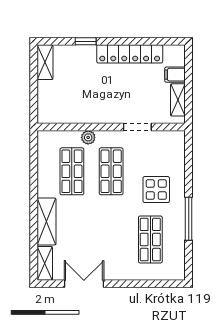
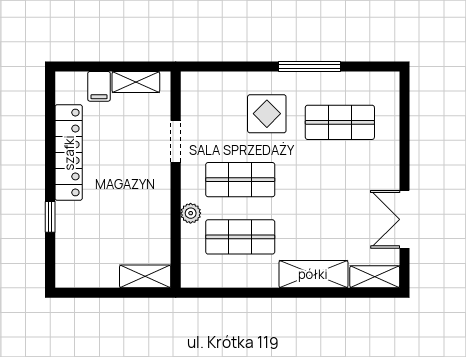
shelving: (45, 62) -> (145, 276), moved

